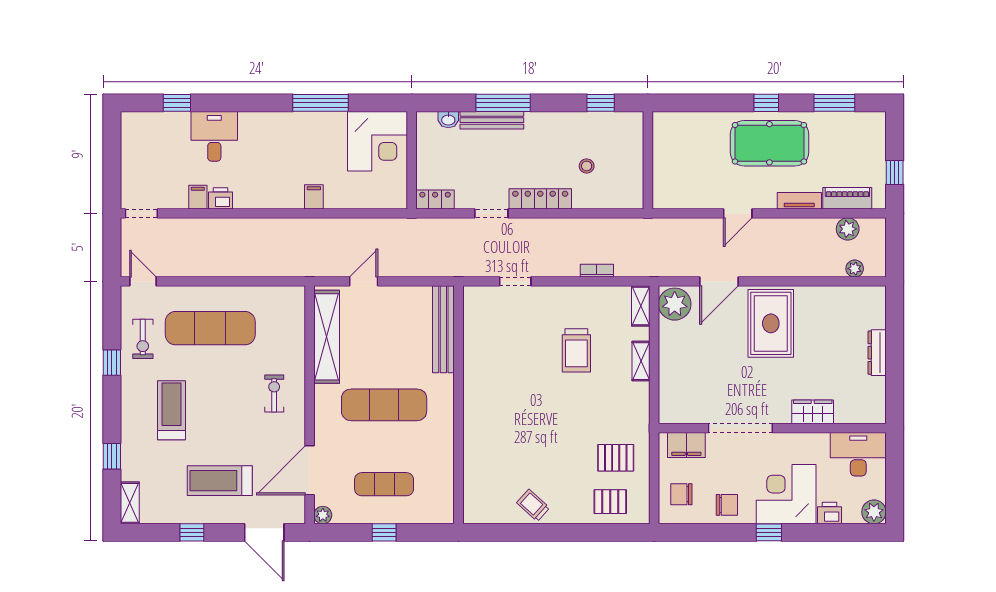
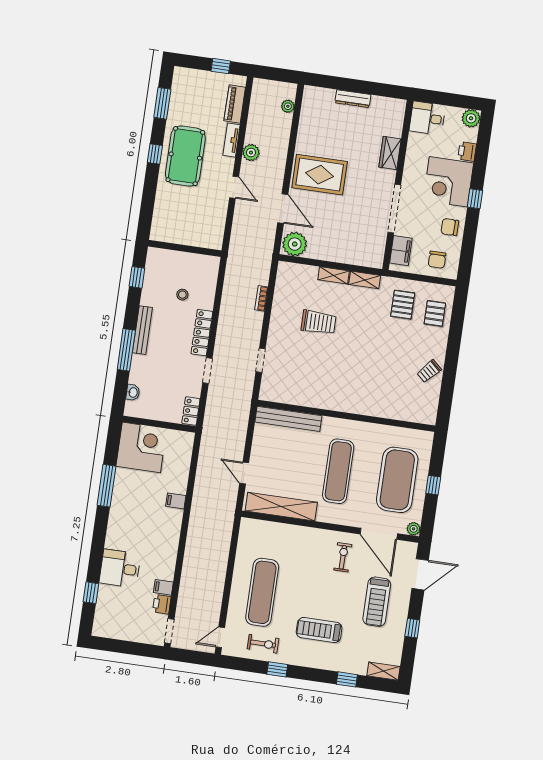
bench: (492, 120) -> (142, 330), moved
printer: (220, 198) -> (162, 604), moved
plant: (848, 229) -> (251, 153), moved
shelving: (641, 306) -> (365, 280), moved
exercise bike: (274, 394) -> (343, 557), moved, turned 90
desk: (858, 454) -> (427, 118), width x0.73
exercise mat: (384, 484) -> (397, 480), width x2.00, depth x1.45
chair: (727, 505) -> (450, 227), turned -90

